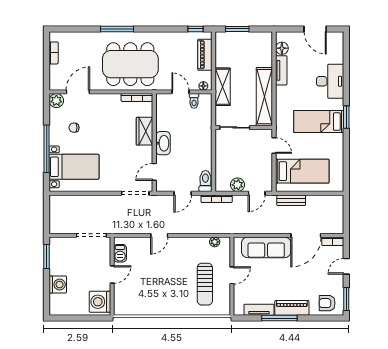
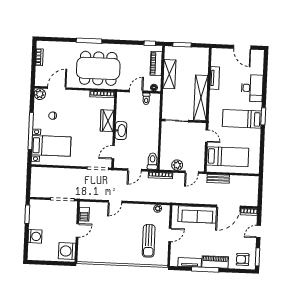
floor lamp: (282, 48) -> (216, 61), removed
shelving: (223, 87) -> (169, 74), moved
door: (180, 92) -> (136, 91), hinge flipped

